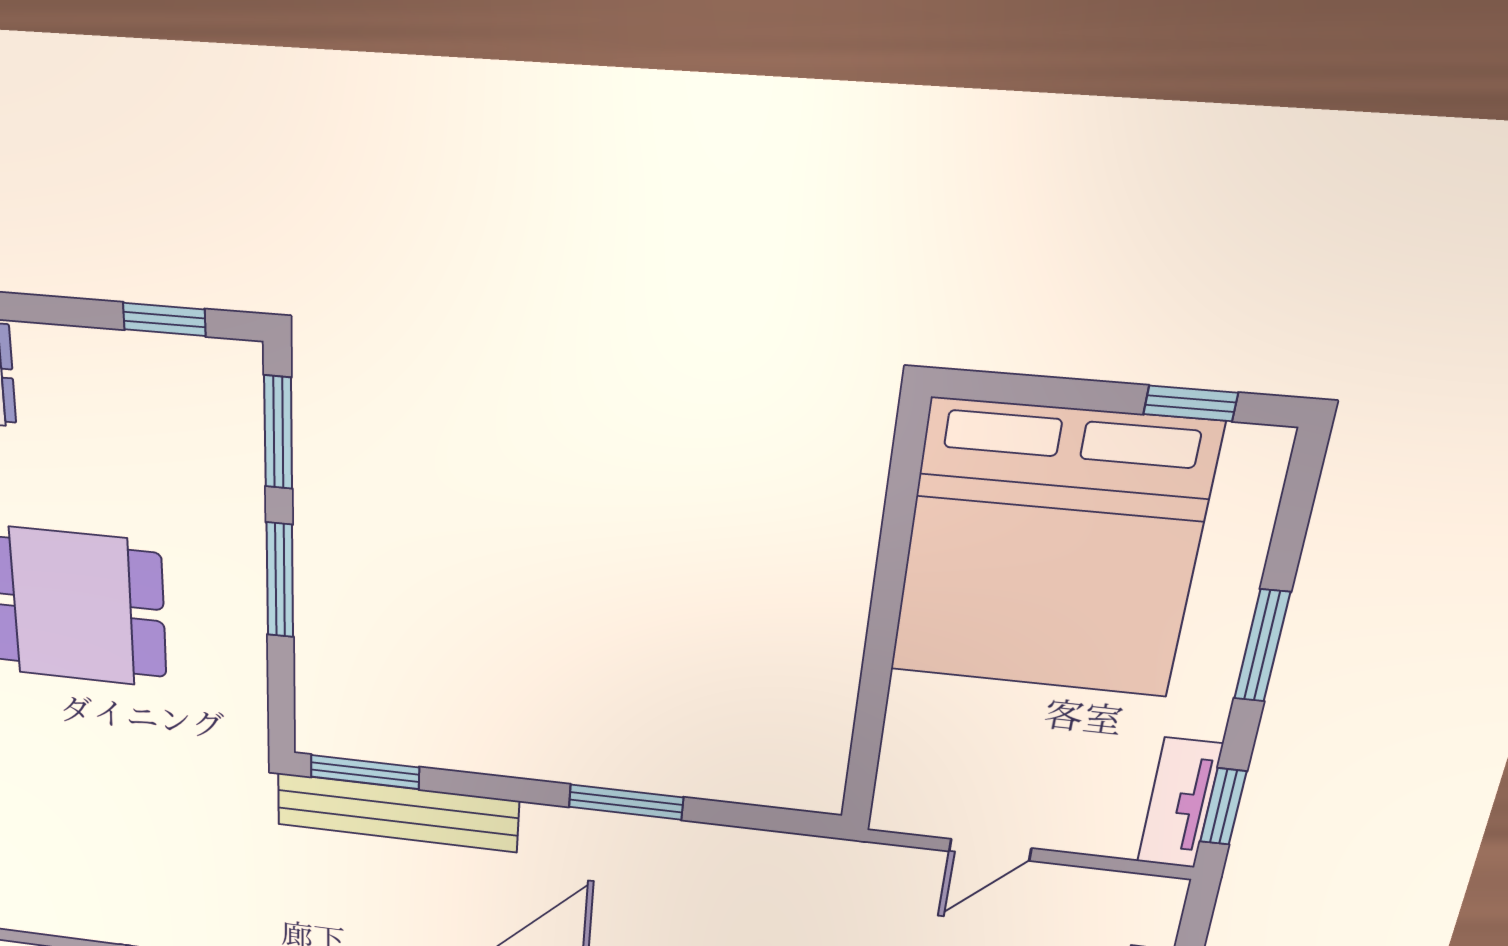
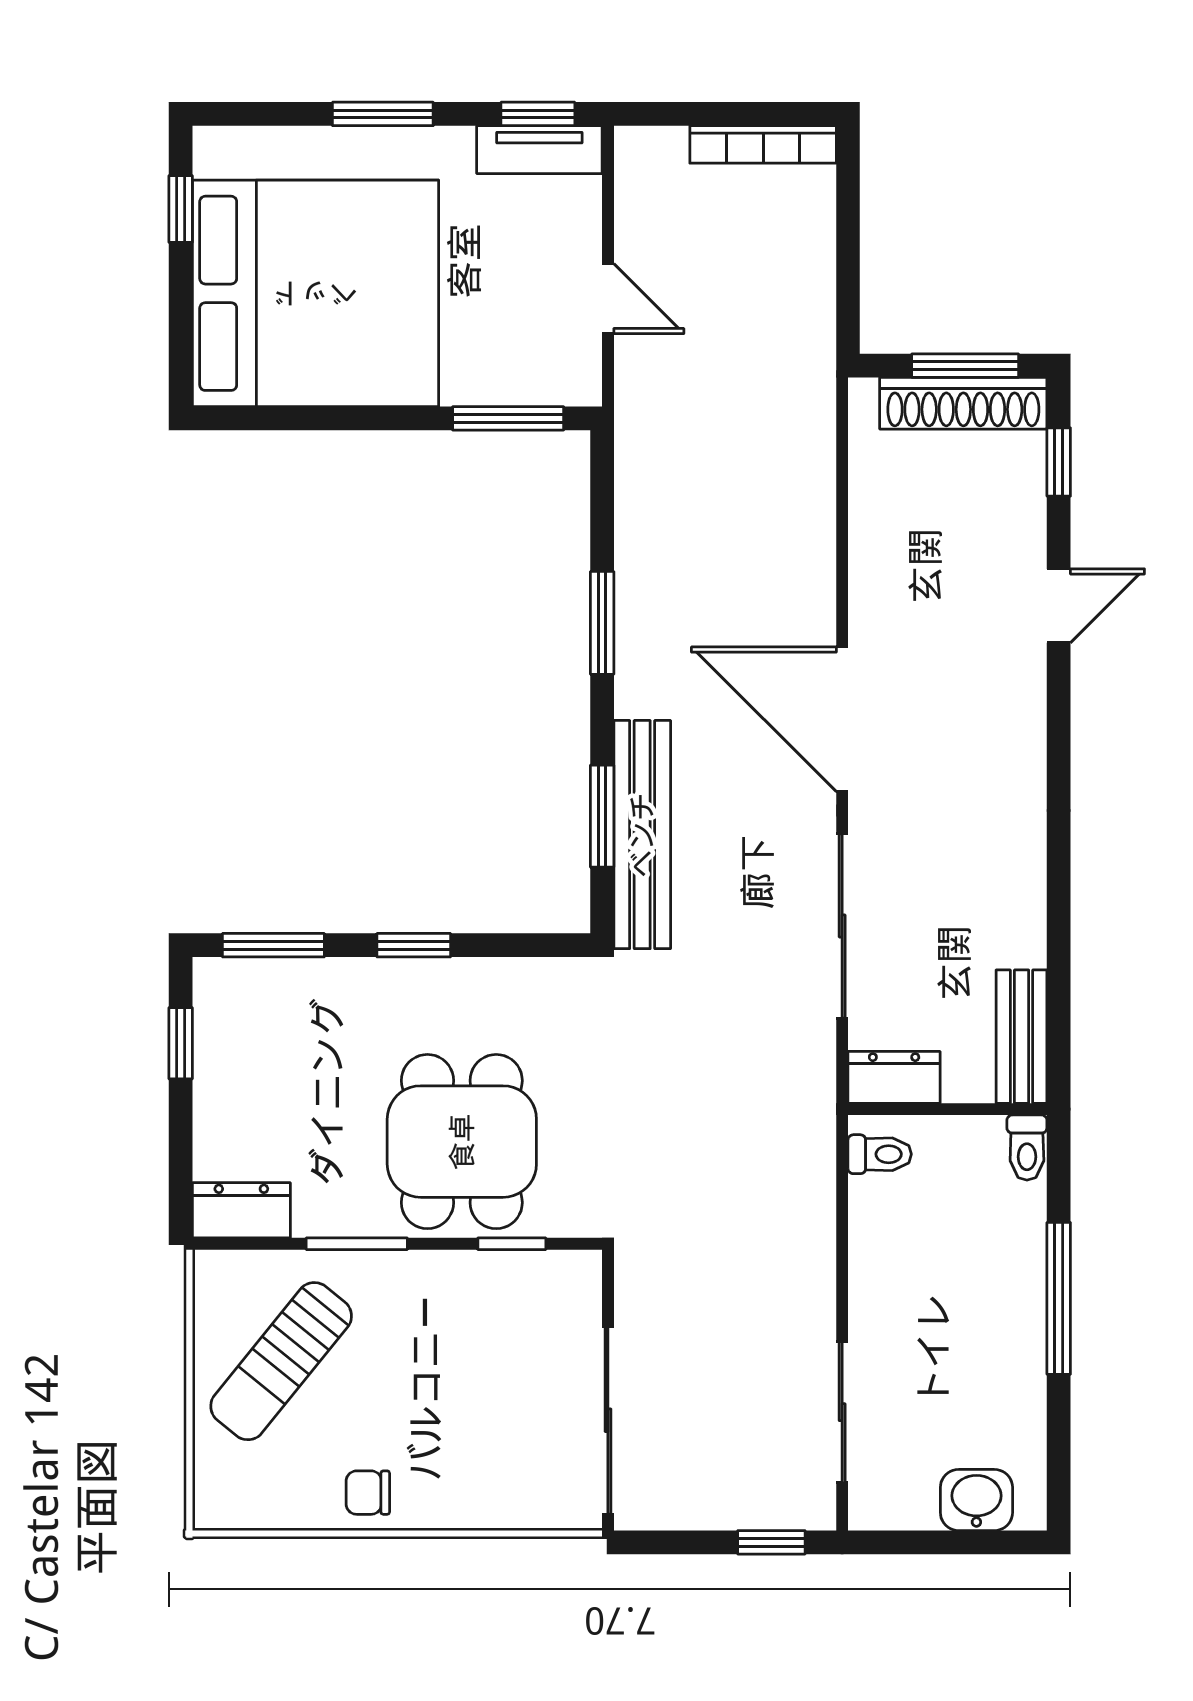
window: (280, 580) -> (414, 945), width x0.67
window: (867, 737) -> (508, 418), added
window: (365, 772) -> (602, 816), moved

